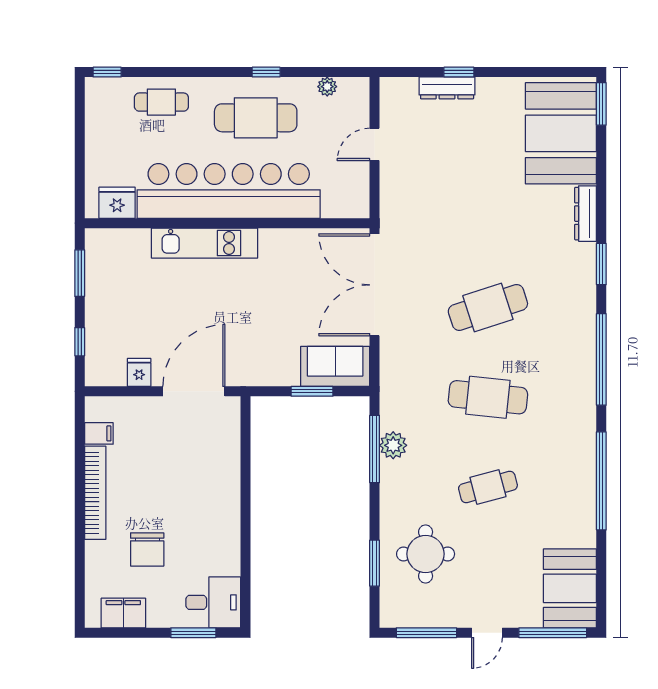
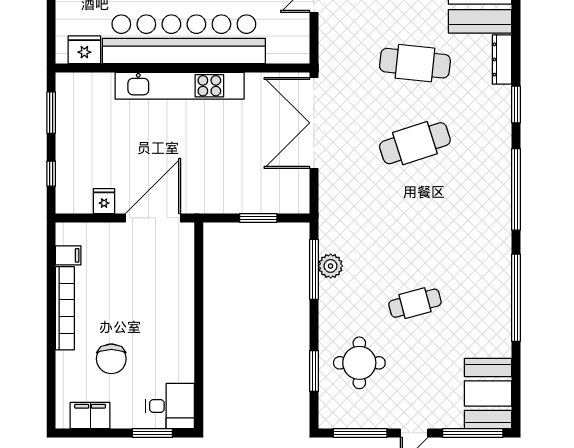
kitchen unit: (205, 243) -> (180, 86), width x1.36
sofa: (335, 366) -> (279, 196), removed
cafe table: (488, 397) -> (415, 63), moved

